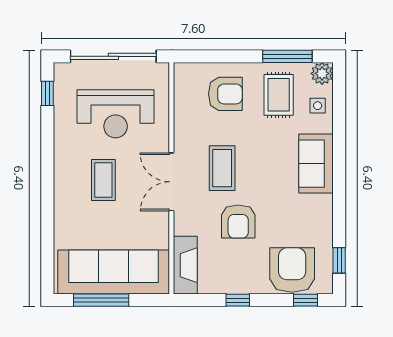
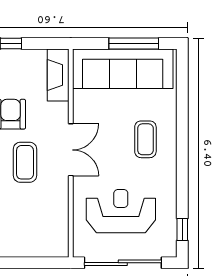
armchair: (225, 94) -> (22, 229), removed
coffee table: (103, 180) -> (145, 139), moved

